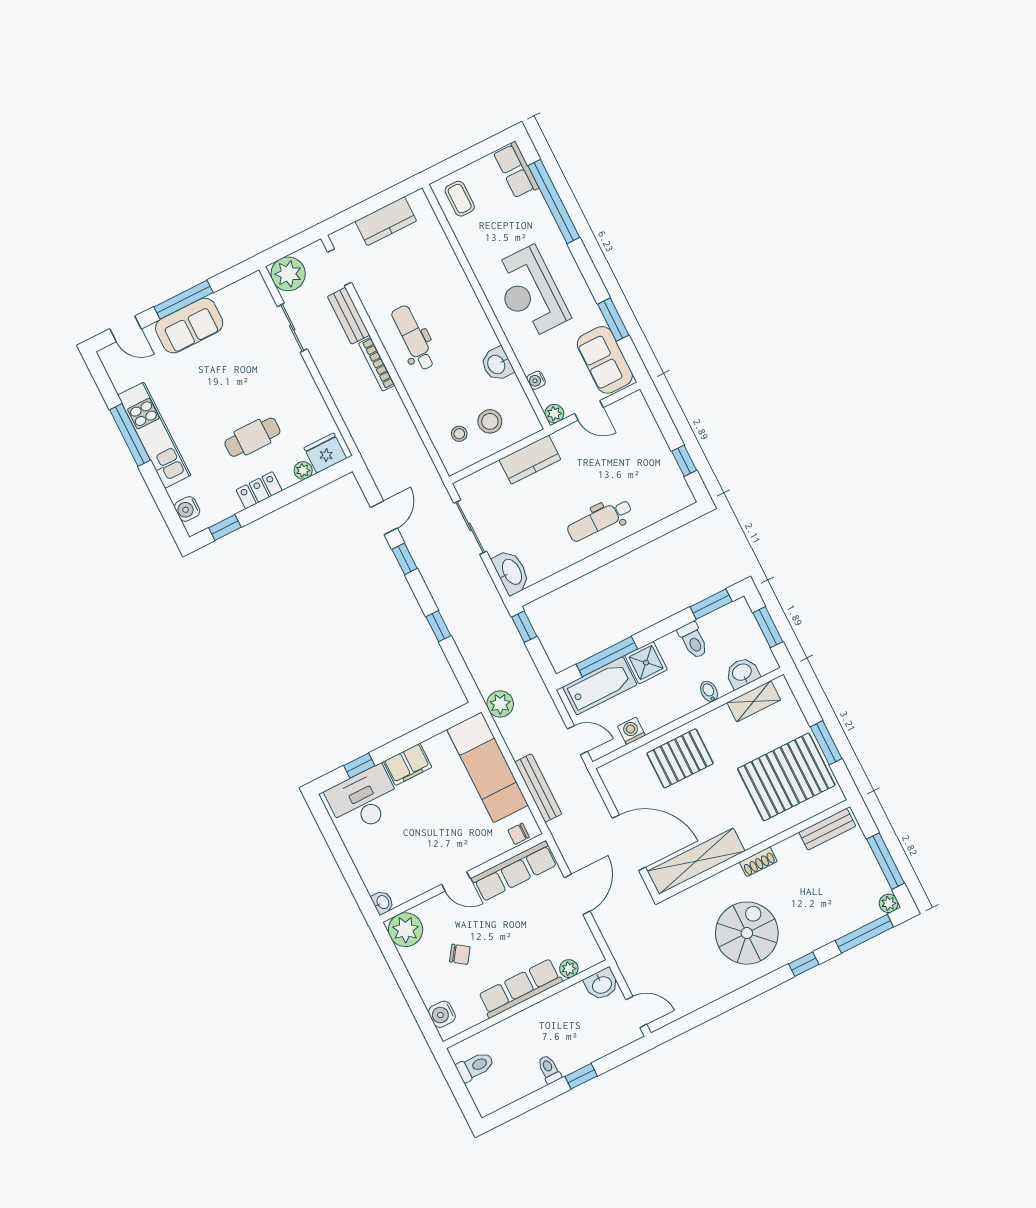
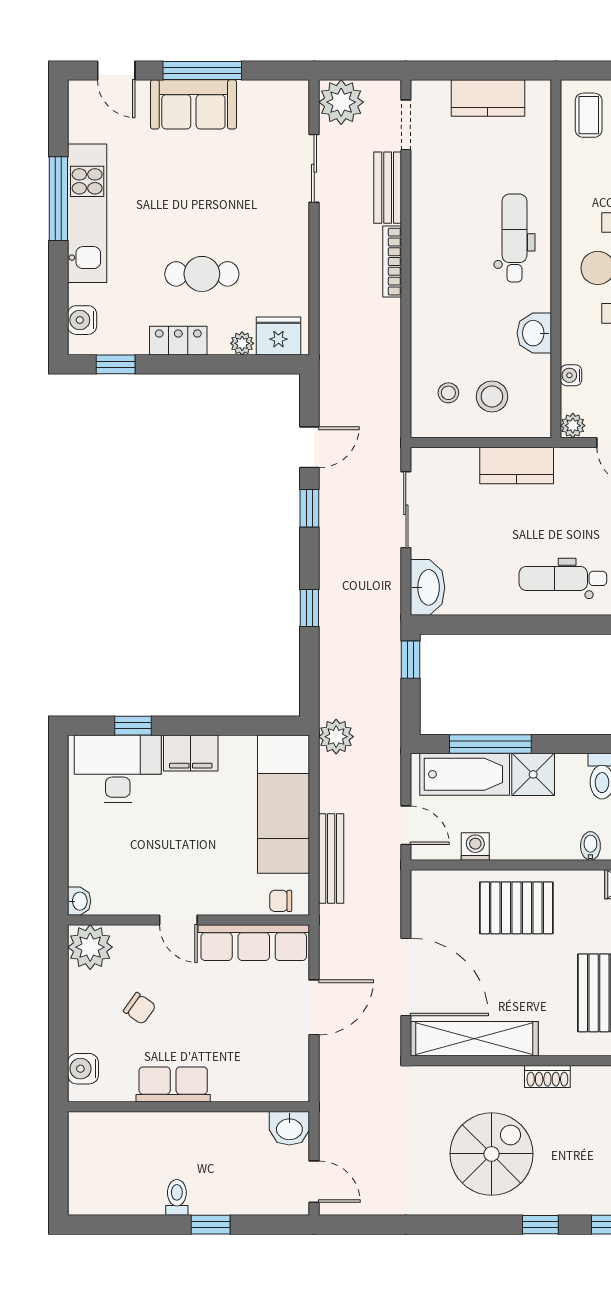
dental chair: (413, 338) -> (514, 238), moved
plant: (569, 969) -> (260, 1090), removed
row of seats: (520, 988) -> (173, 1084), width x0.68
toilet: (475, 1066) -> (91, 1150), removed

